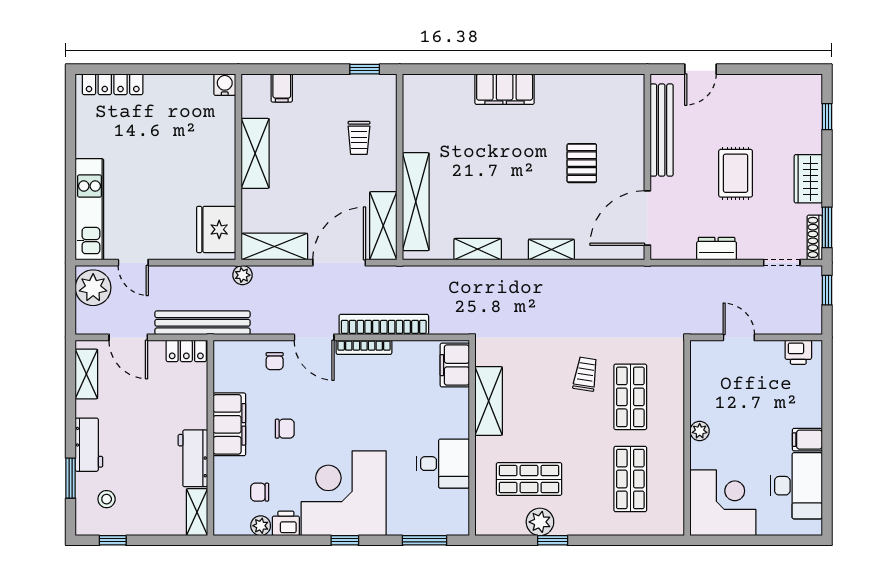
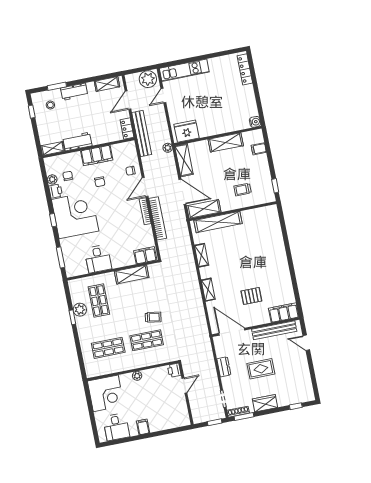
filing cabinet: (505, 89) -> (284, 313), moved, turned 90
printer: (798, 352) -> (174, 370), moved
desk: (796, 486) -> (116, 427), width x0.73

